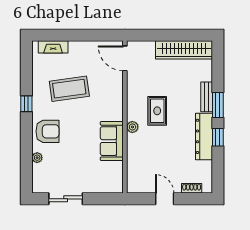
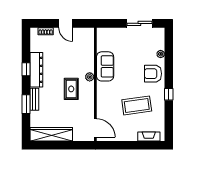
window: (218, 105) -> (26, 104), moved

